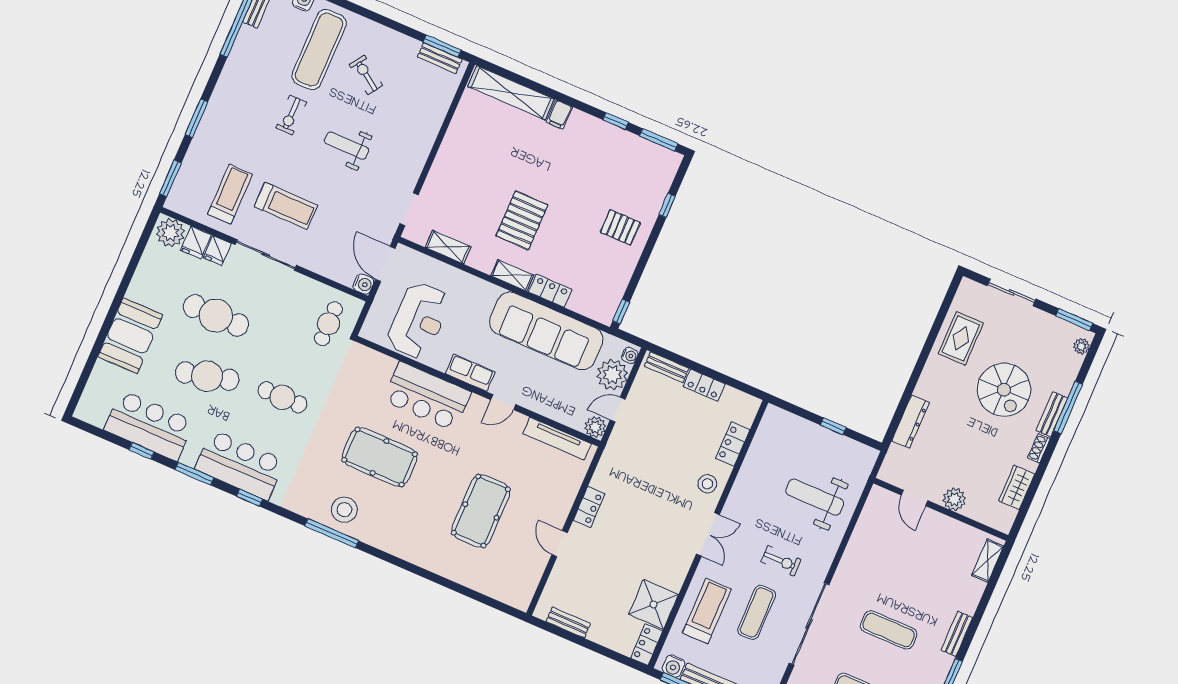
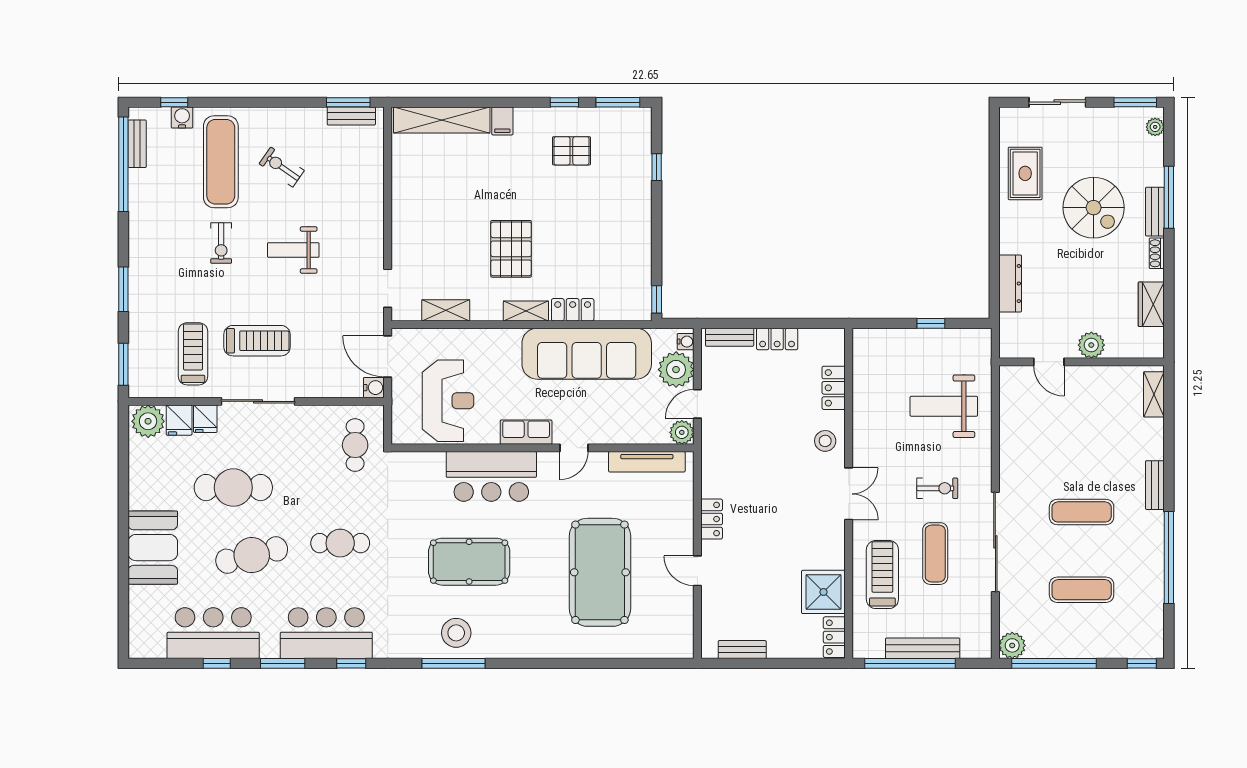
pallet: (620, 227) -> (571, 151), moved
pool table: (481, 511) -> (600, 572), width x1.36, depth x1.32
water cooler: (674, 666) -> (872, 647), removed

